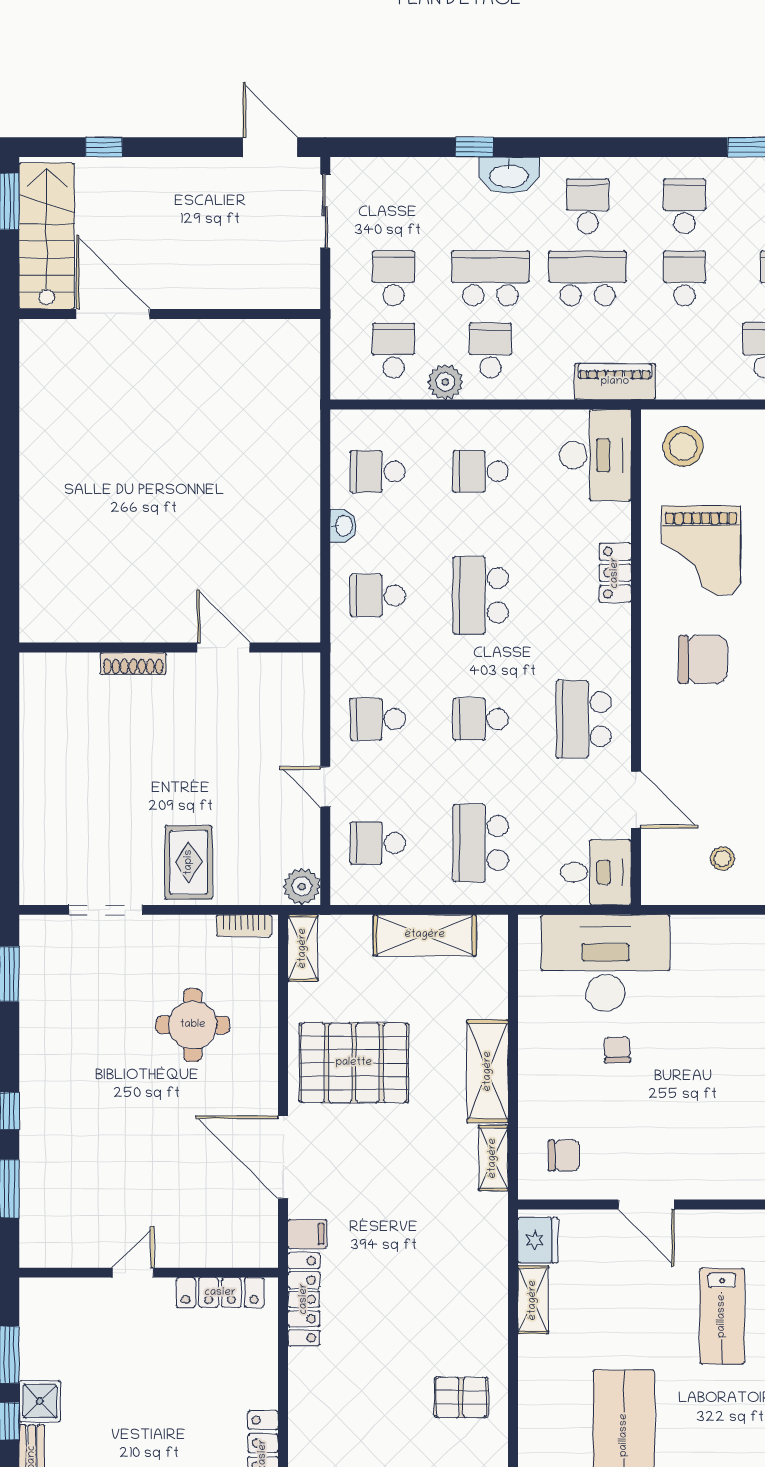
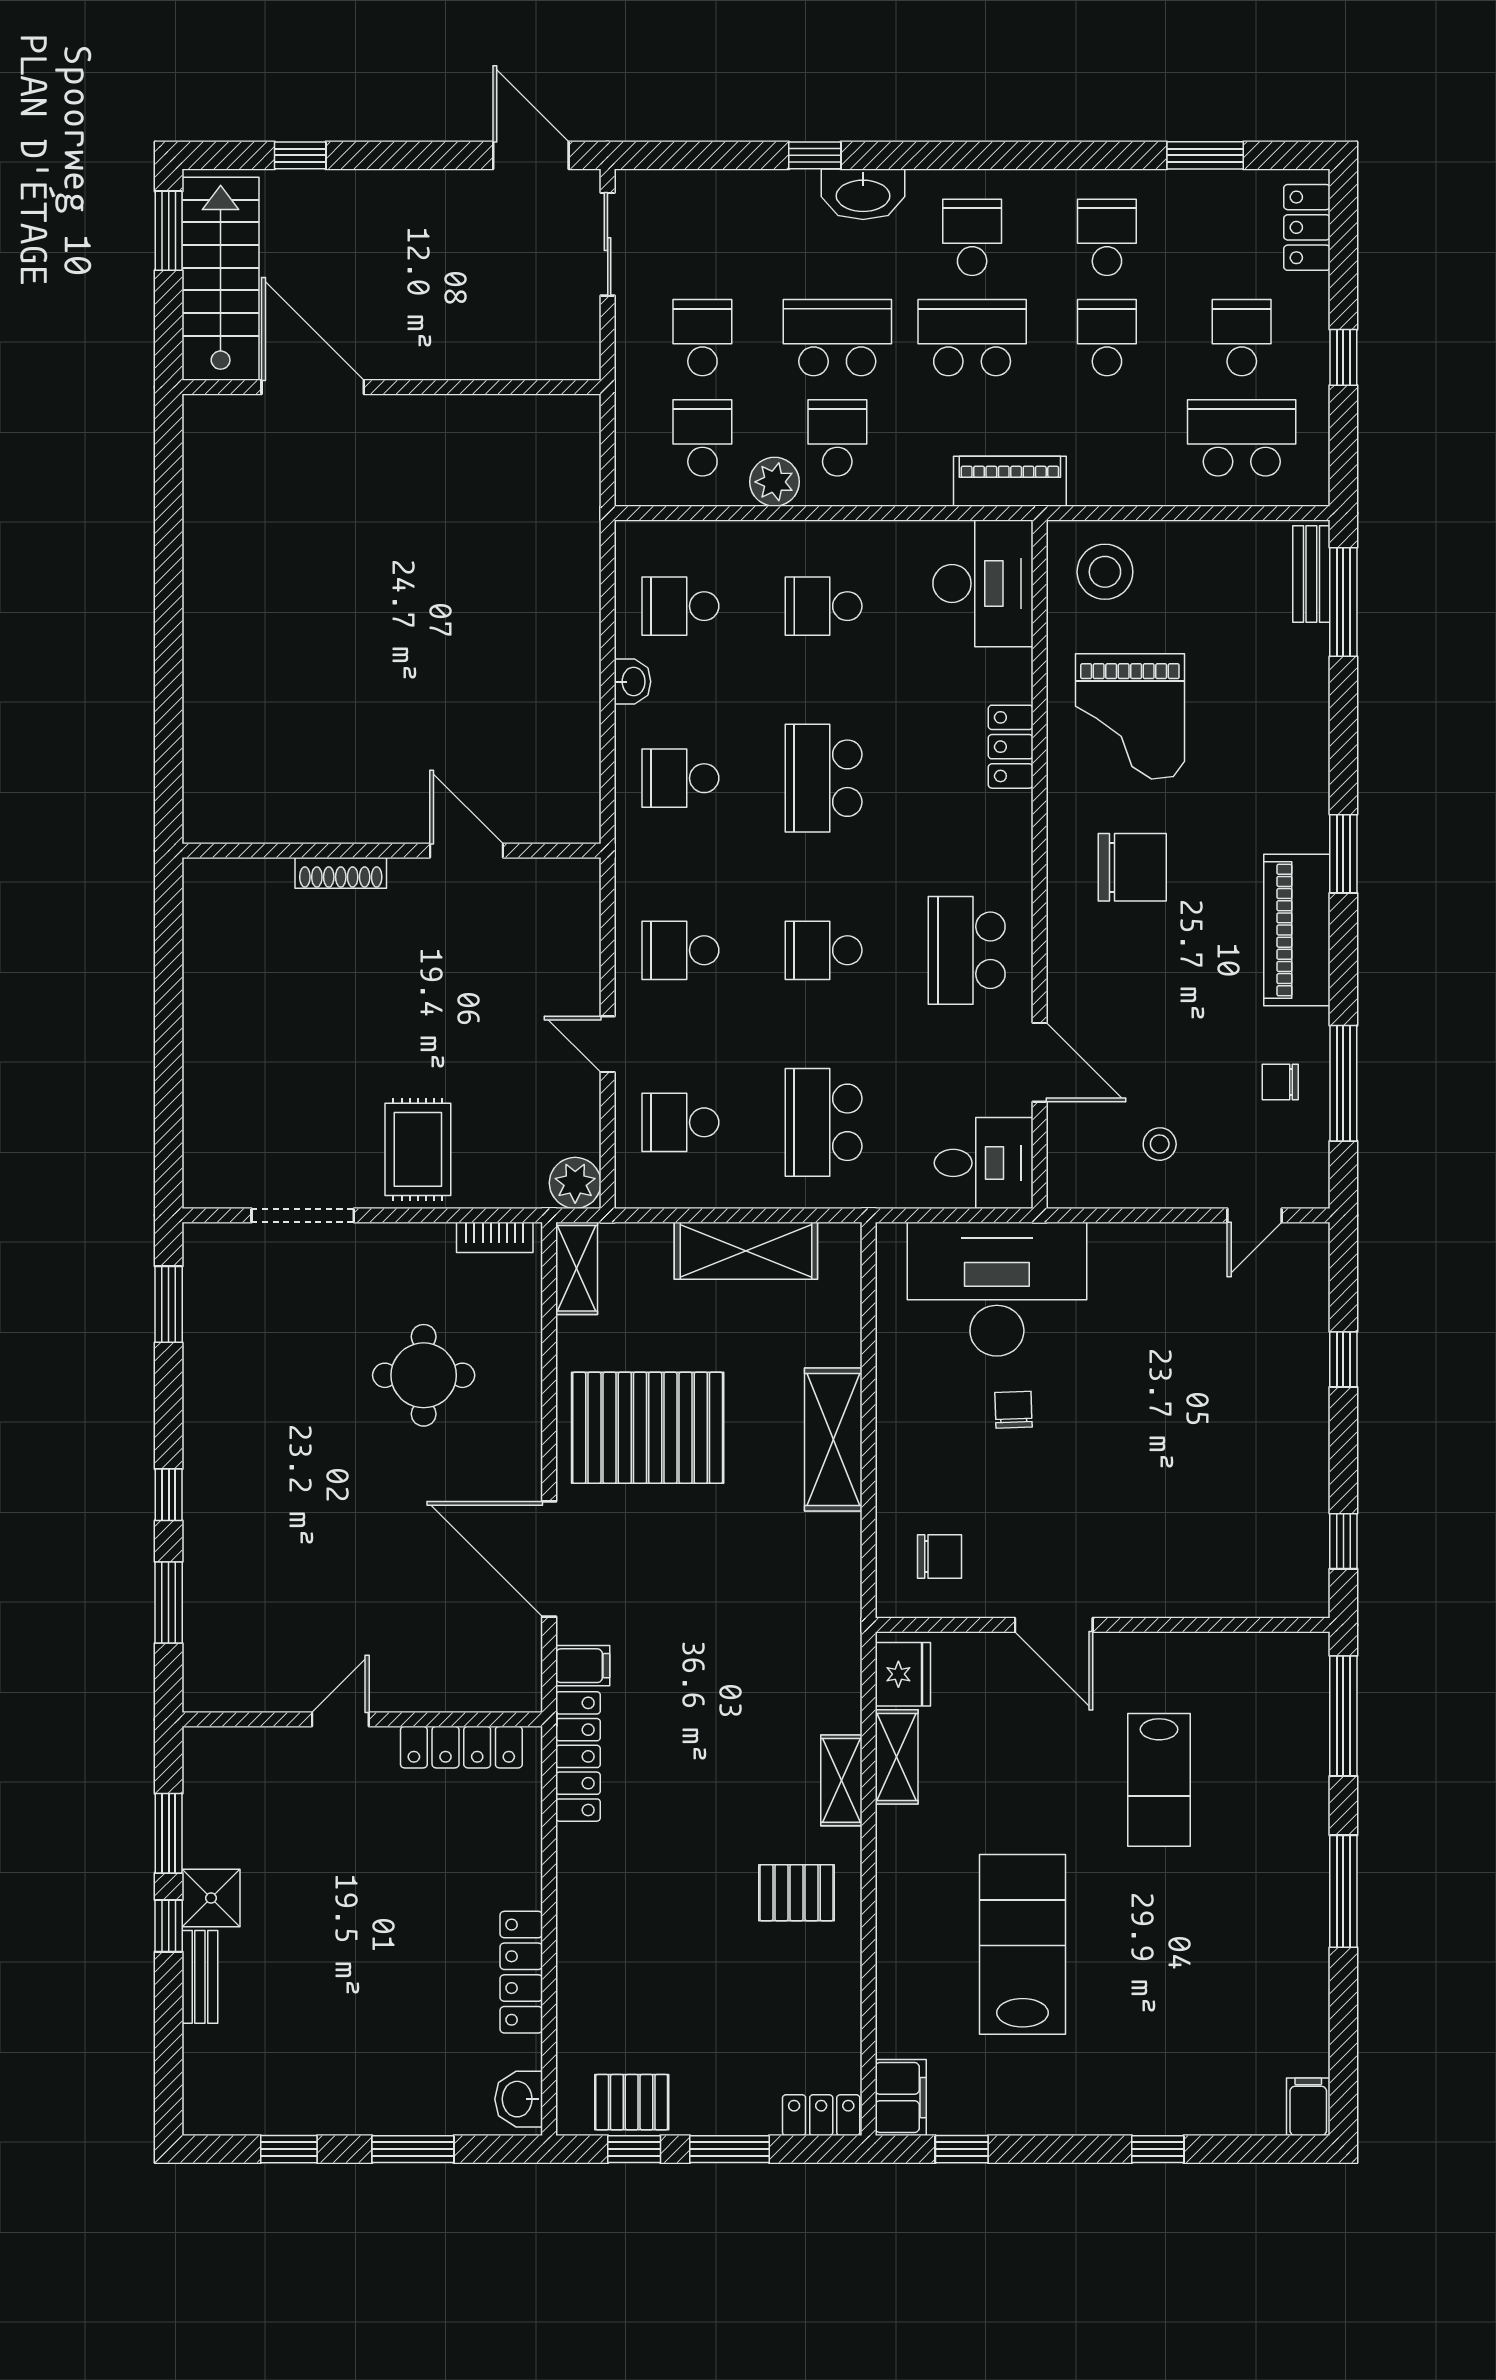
shelving: (493, 1158) -> (841, 1780), moved

